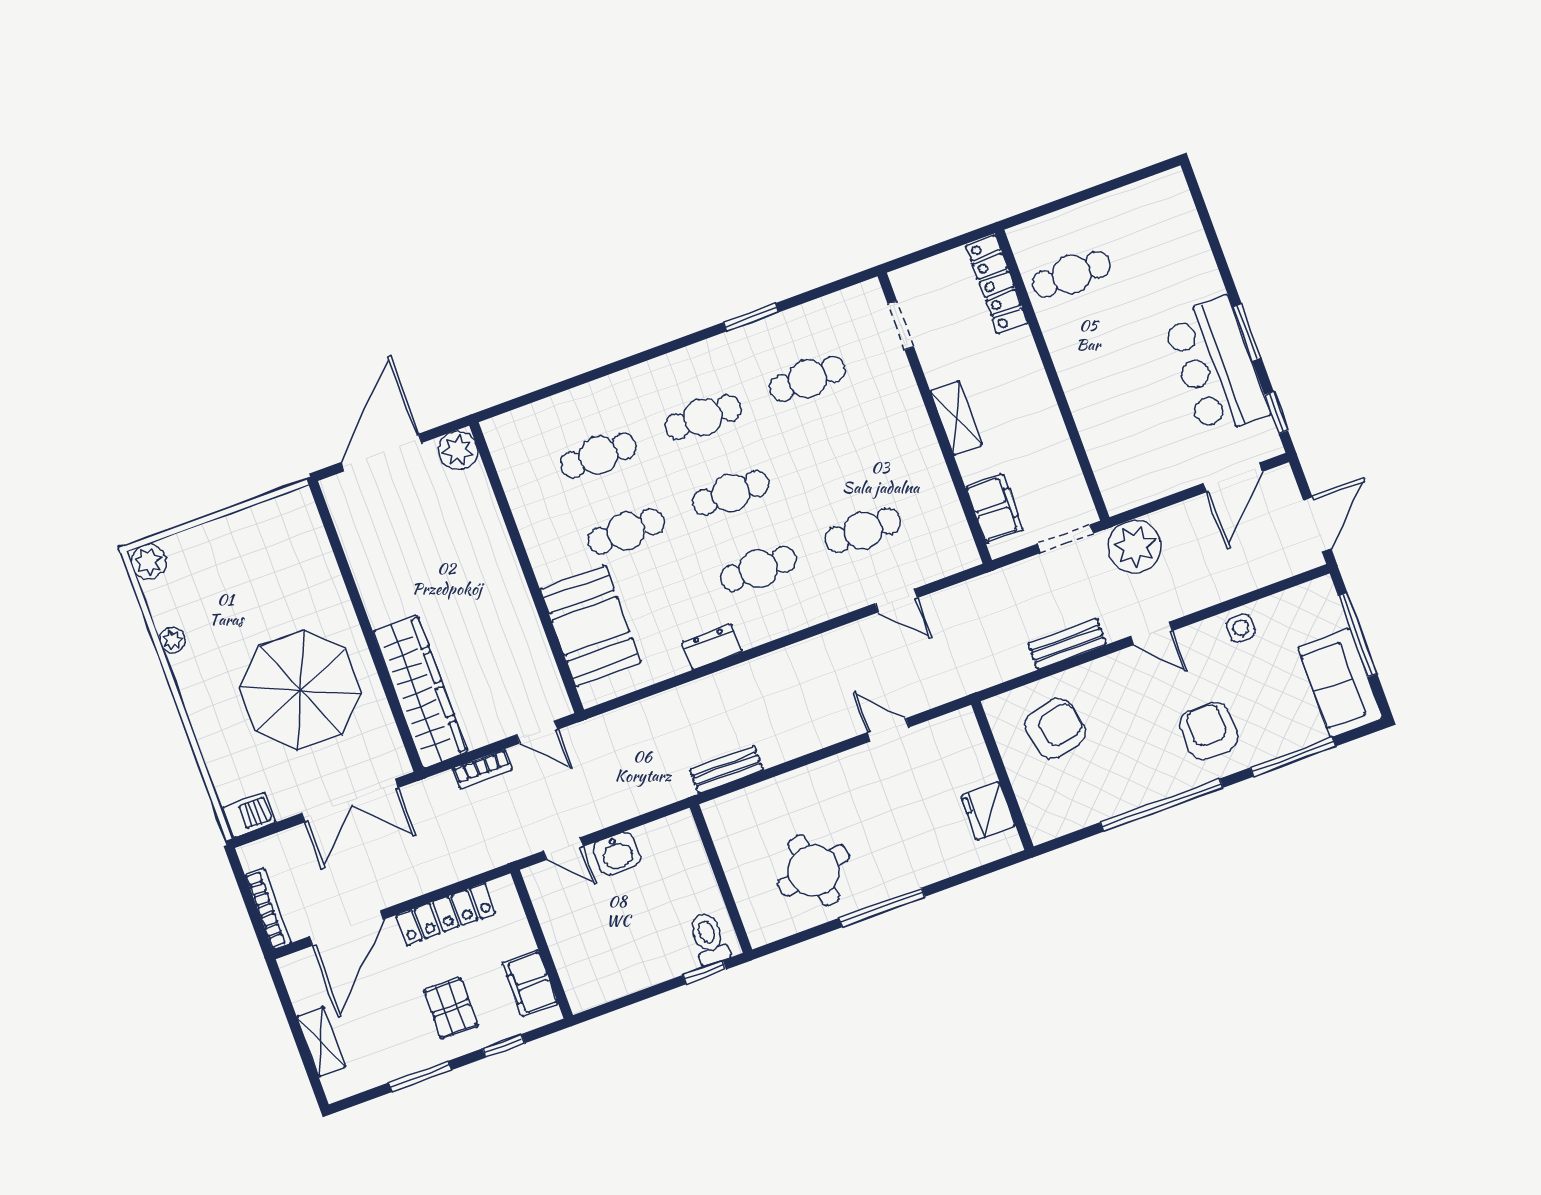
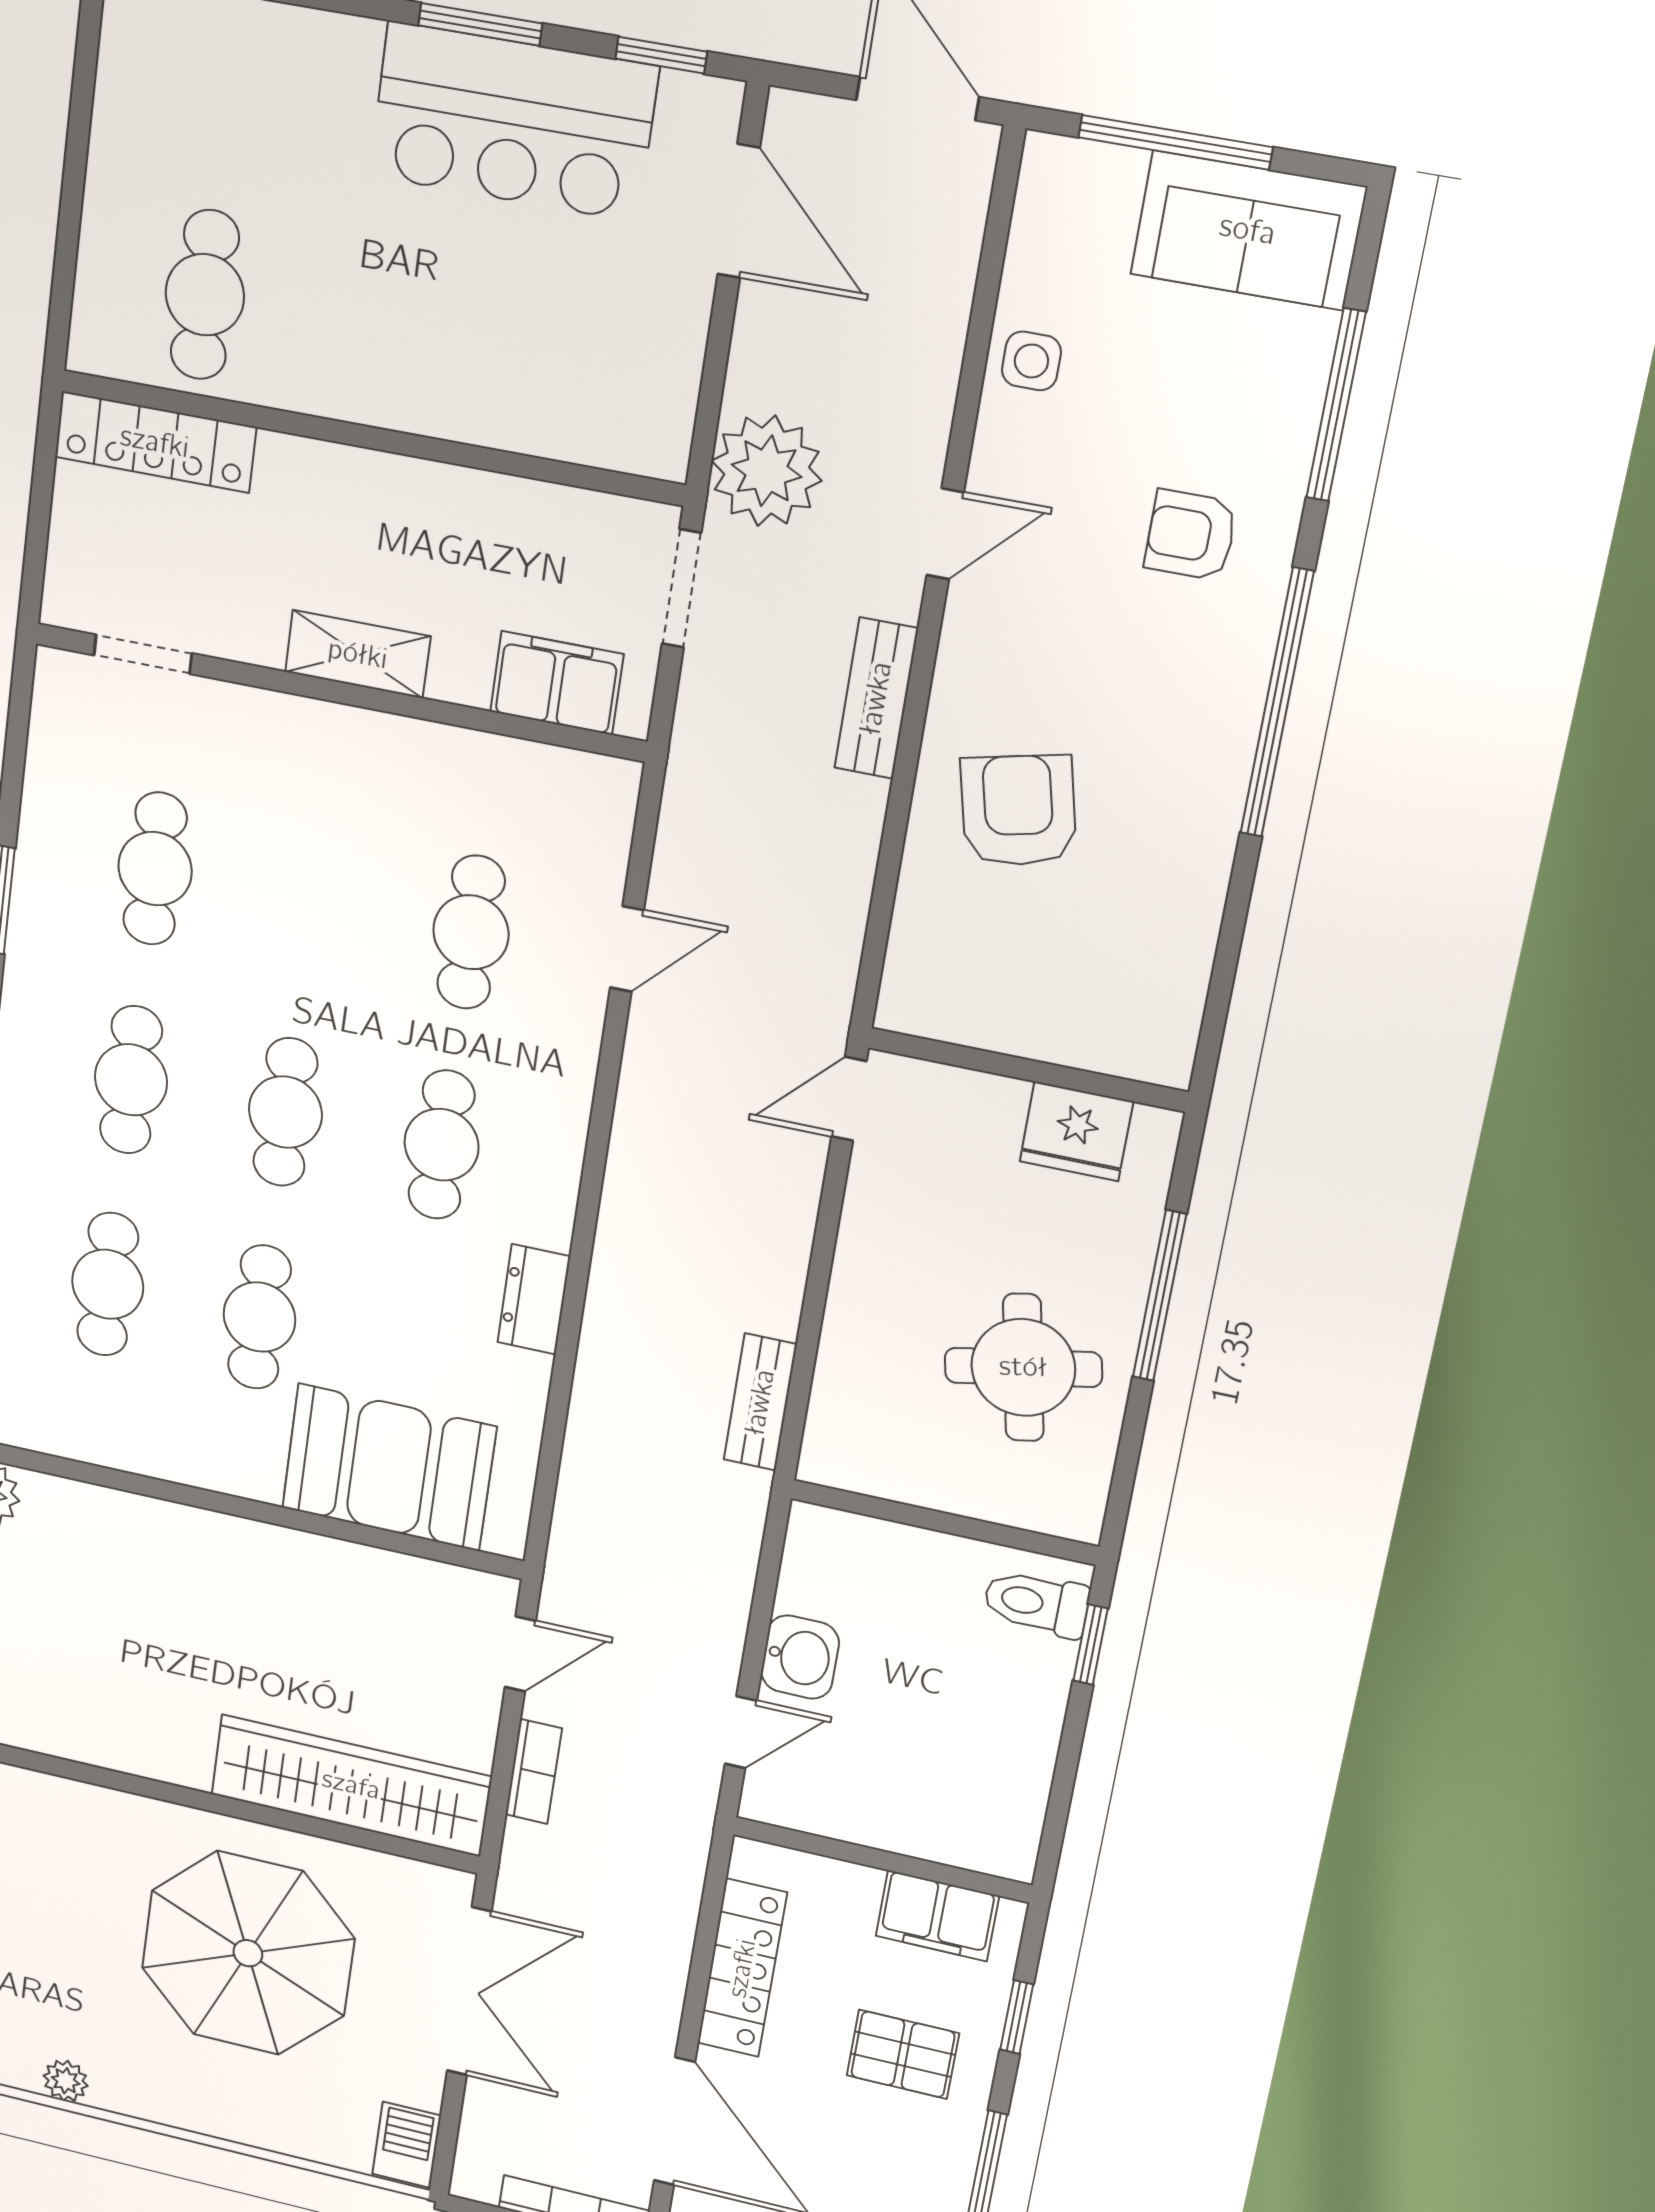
armchair: (1209, 731) -> (1191, 535), width x0.72, depth x0.72
wall: (1002, 776) -> (1028, 1070), moved
fridge: (988, 811) -> (1076, 1131), moved

